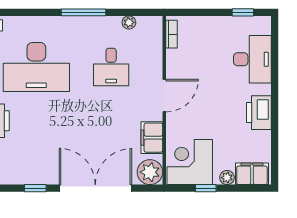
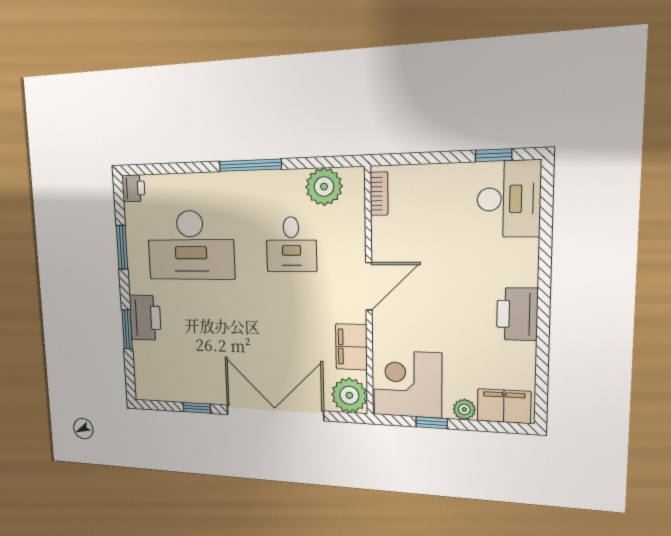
plant: (129, 22) -> (324, 187), width x1.88, depth x1.88
desk: (252, 59) -> (509, 199), moved

